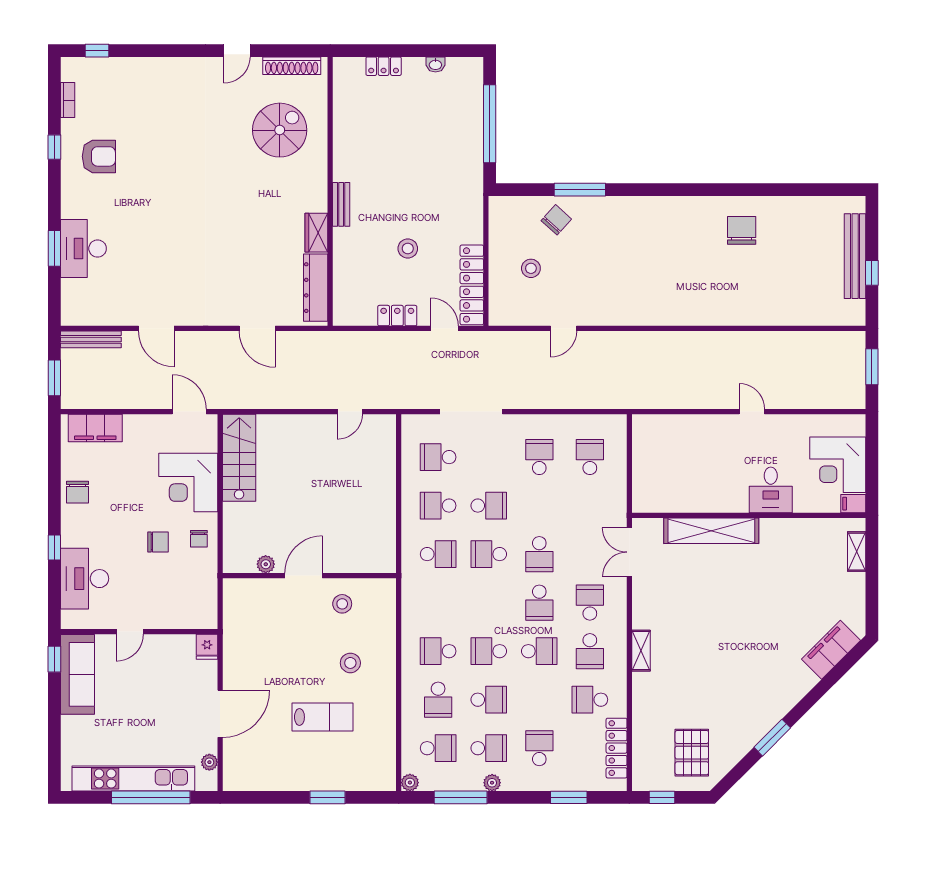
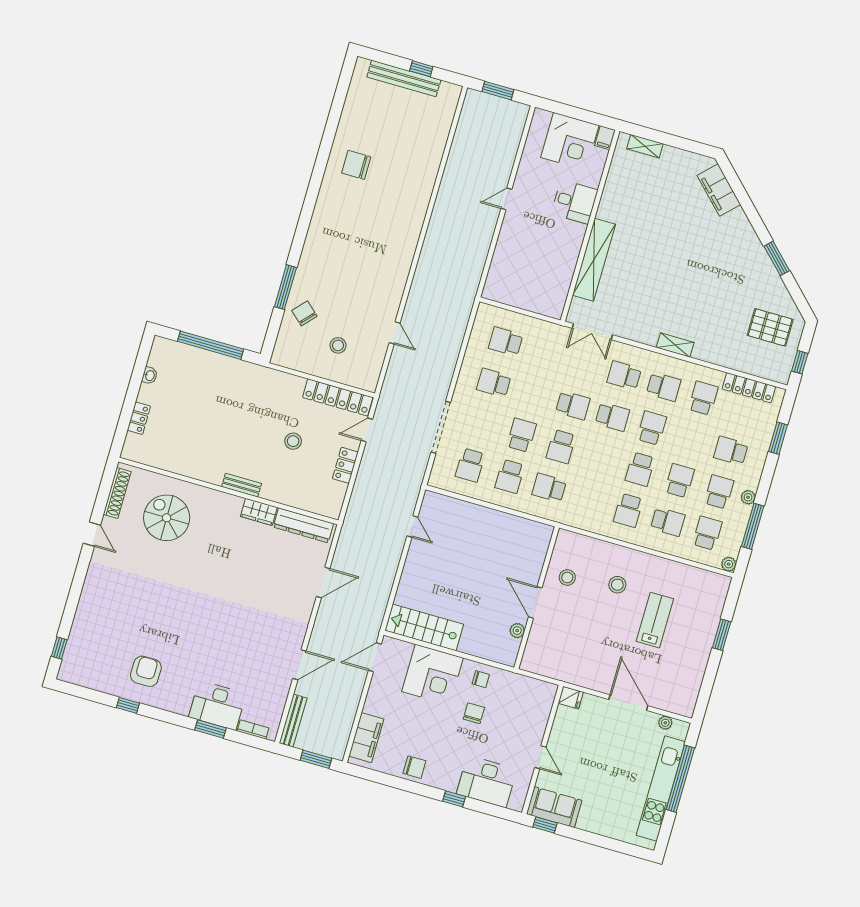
bookcase: (68, 100) -> (253, 730), moved
school desk: (438, 554) -> (549, 488), turned -90
sofa: (78, 674) -> (554, 807), width x0.73
school desk: (590, 700) -> (703, 398), turned 180

